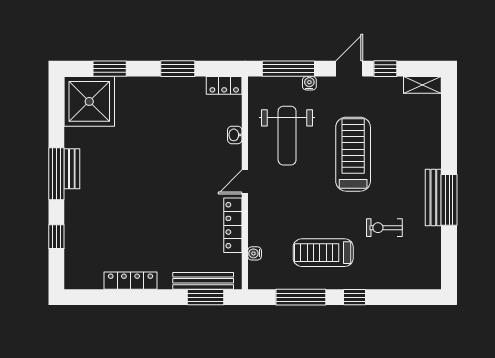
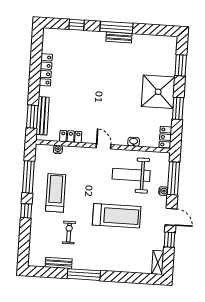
shower: (89, 101) -> (158, 92), moved
bench: (433, 197) -> (59, 263), moved, width x0.73
locker: (233, 225) -> (71, 136), width x0.66

